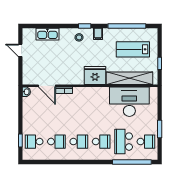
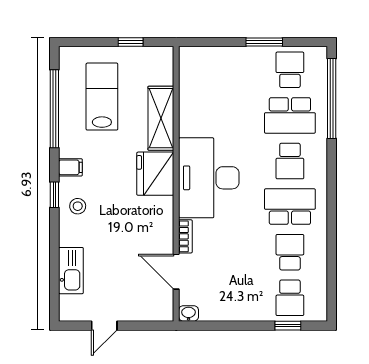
lab bench: (133, 49) -> (102, 97), turned 180
shelving: (130, 78) -> (161, 118), width x0.68
door: (47, 86) -> (176, 272), swing flipped
desk: (129, 102) -> (209, 178), moved
school desk: (79, 142) -> (290, 207), width x1.85
school desk: (101, 142) -> (290, 161), turned 180

